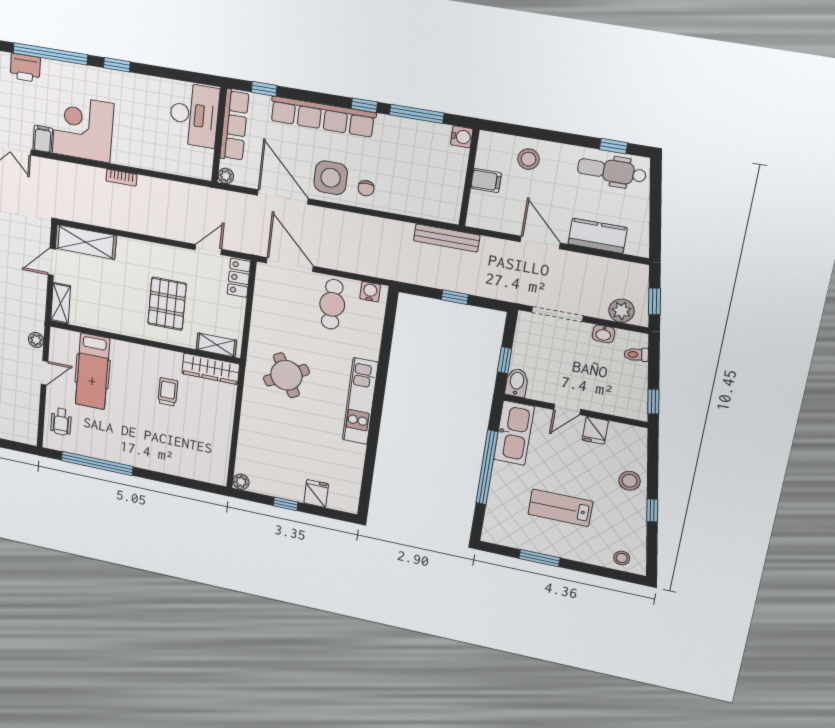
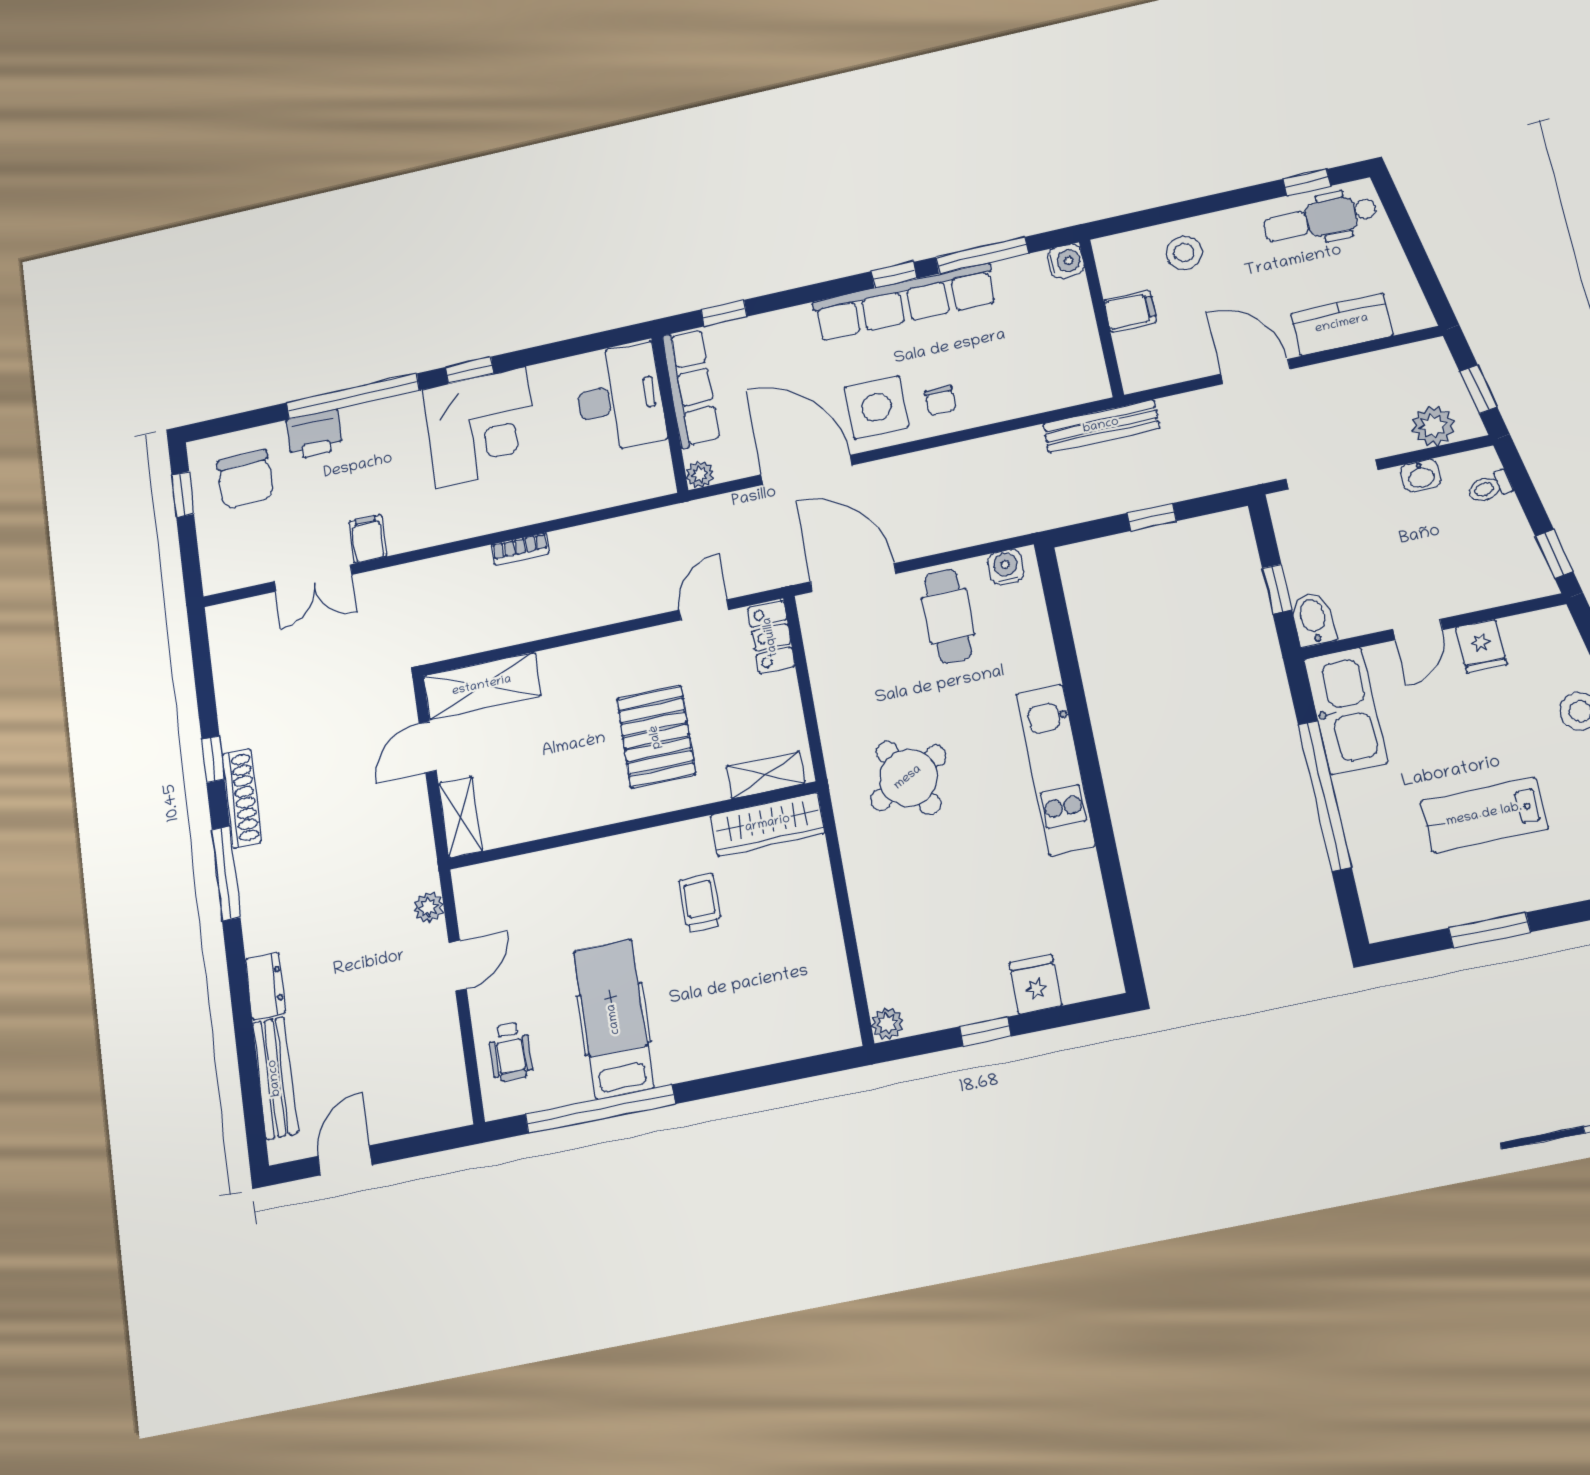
row of seats: (323, 117) -> (905, 302), moved
corner desk: (83, 129) -> (481, 427), moved, turned 180
hospital bed: (93, 371) -> (614, 1019), moved, turned 180

